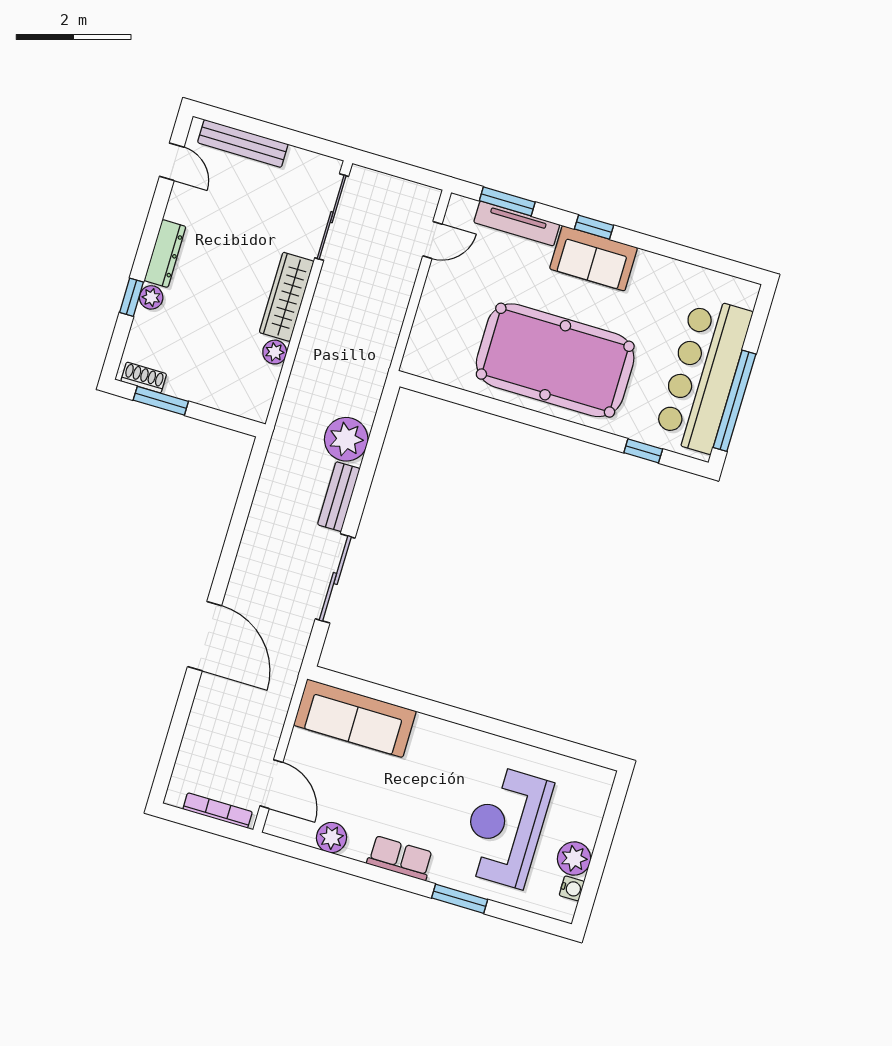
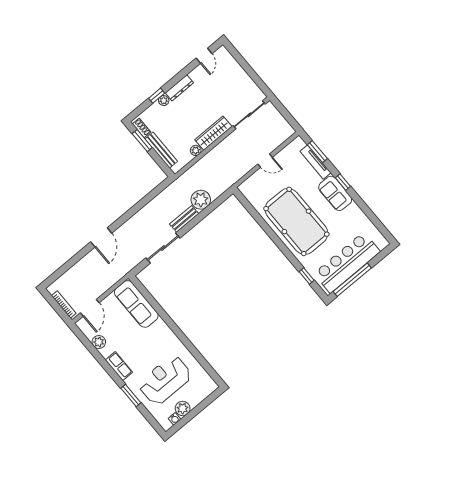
bench: (243, 143) -> (161, 150), moved
door: (432, 240) -> (265, 161), moved
door: (204, 636) -> (101, 237), width x0.73

